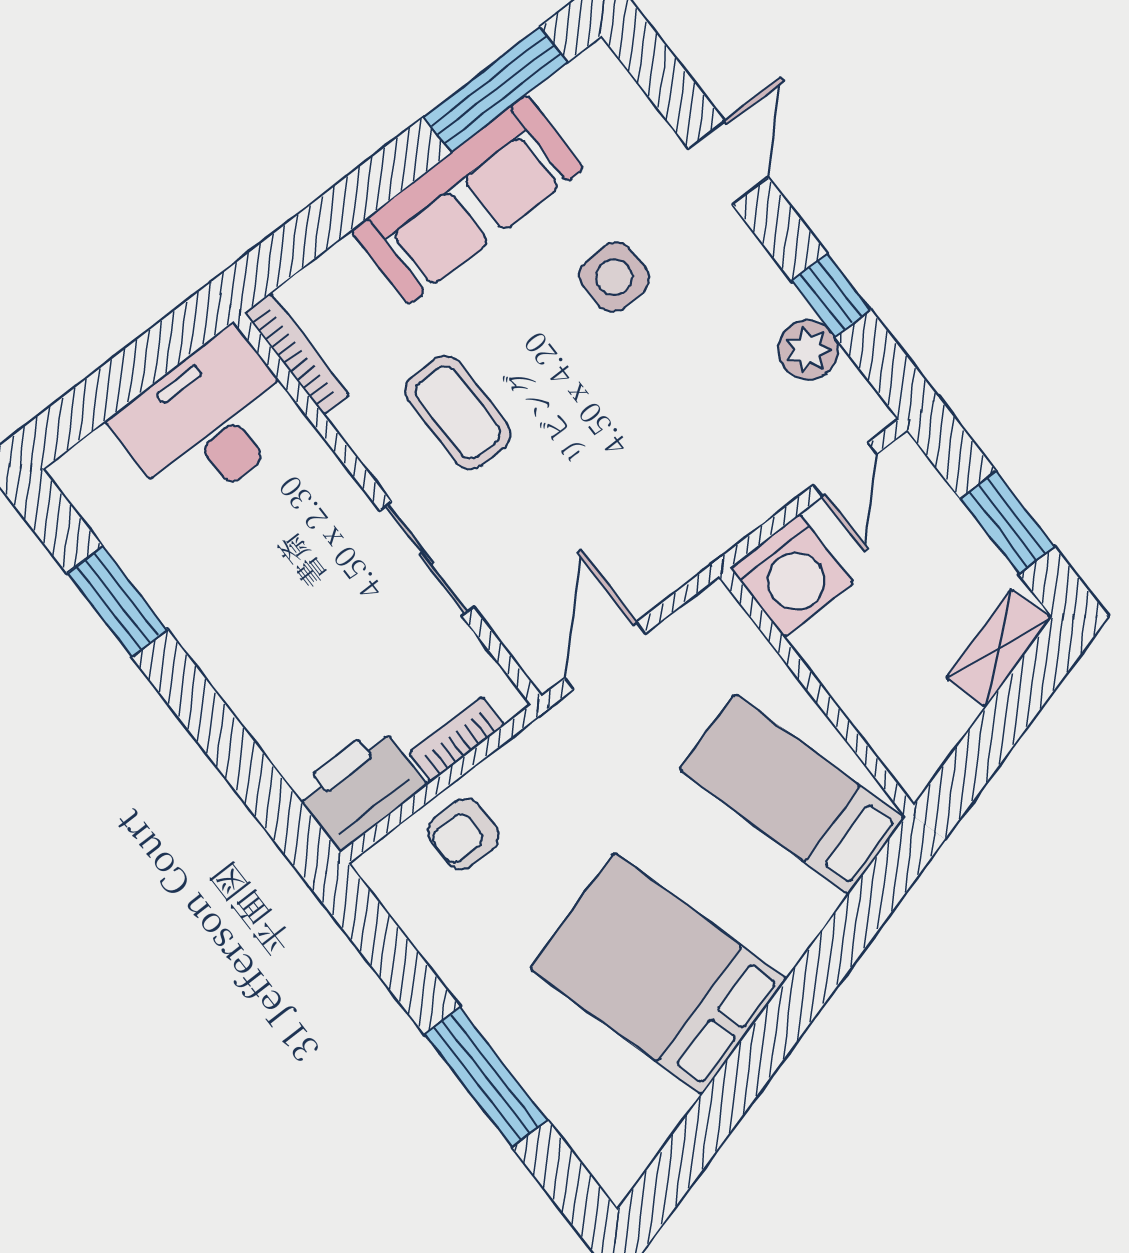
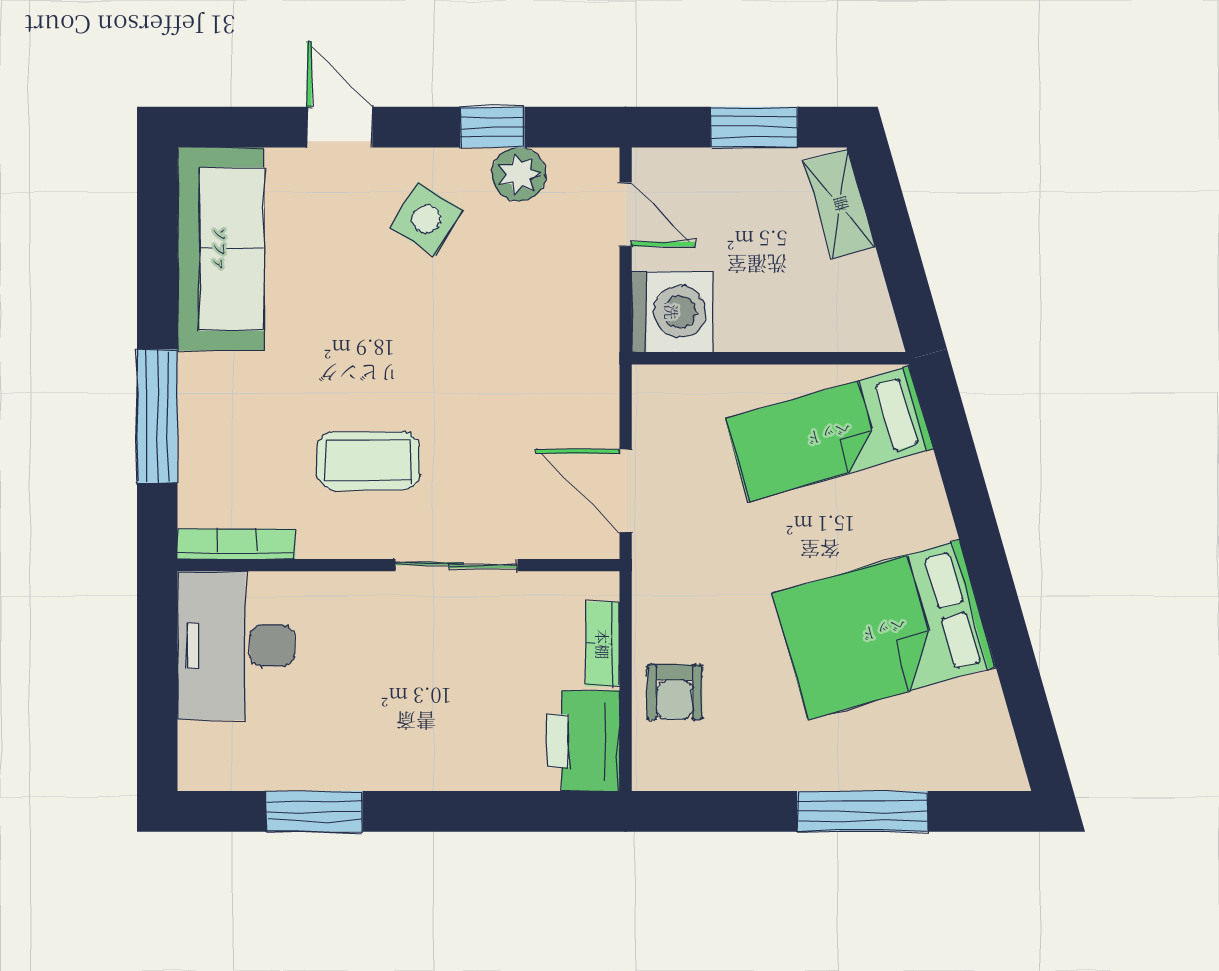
window: (496, 90) -> (157, 416), moved
sofa: (467, 200) -> (221, 249), moved
side table: (614, 277) -> (427, 219), moved, turned 34

